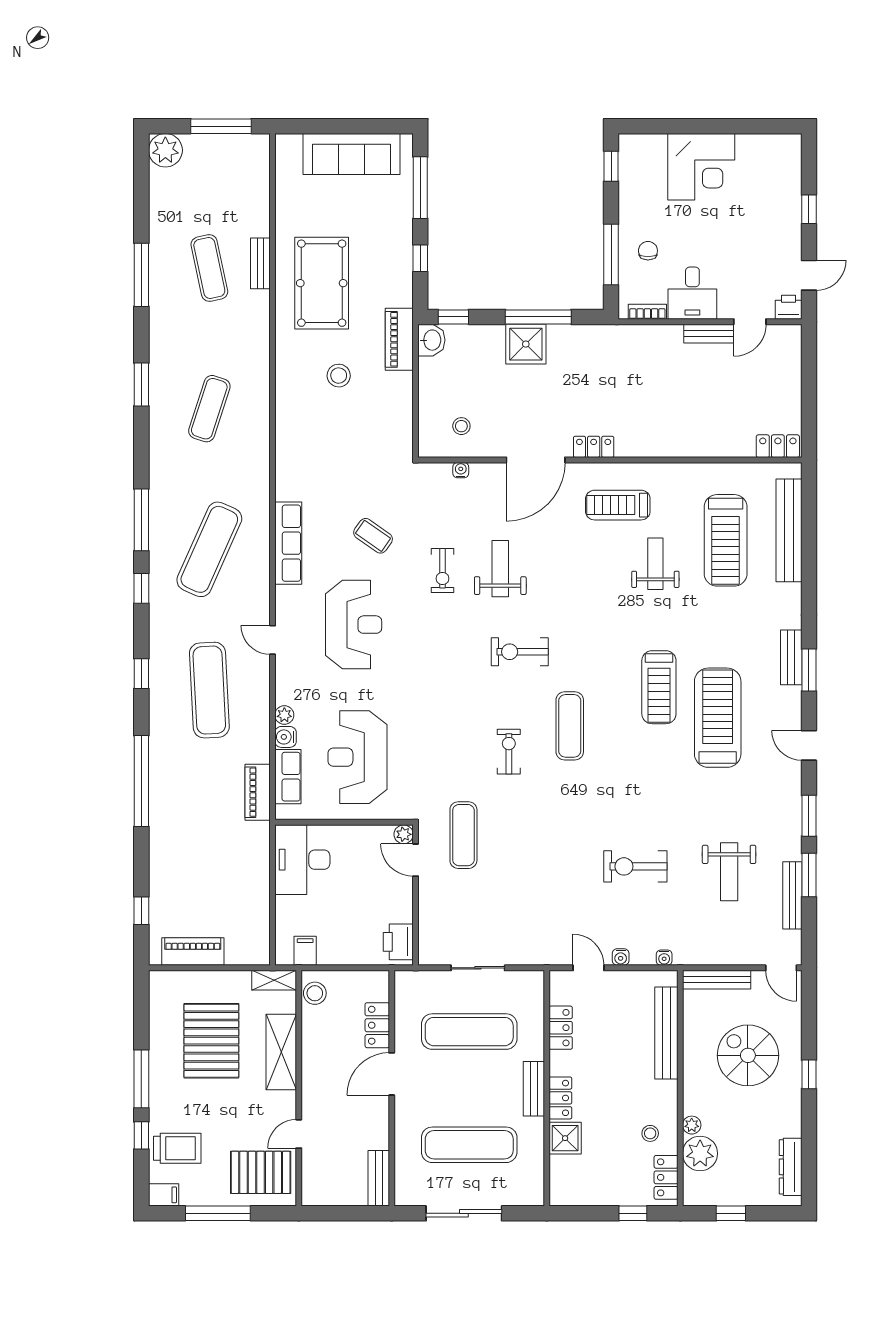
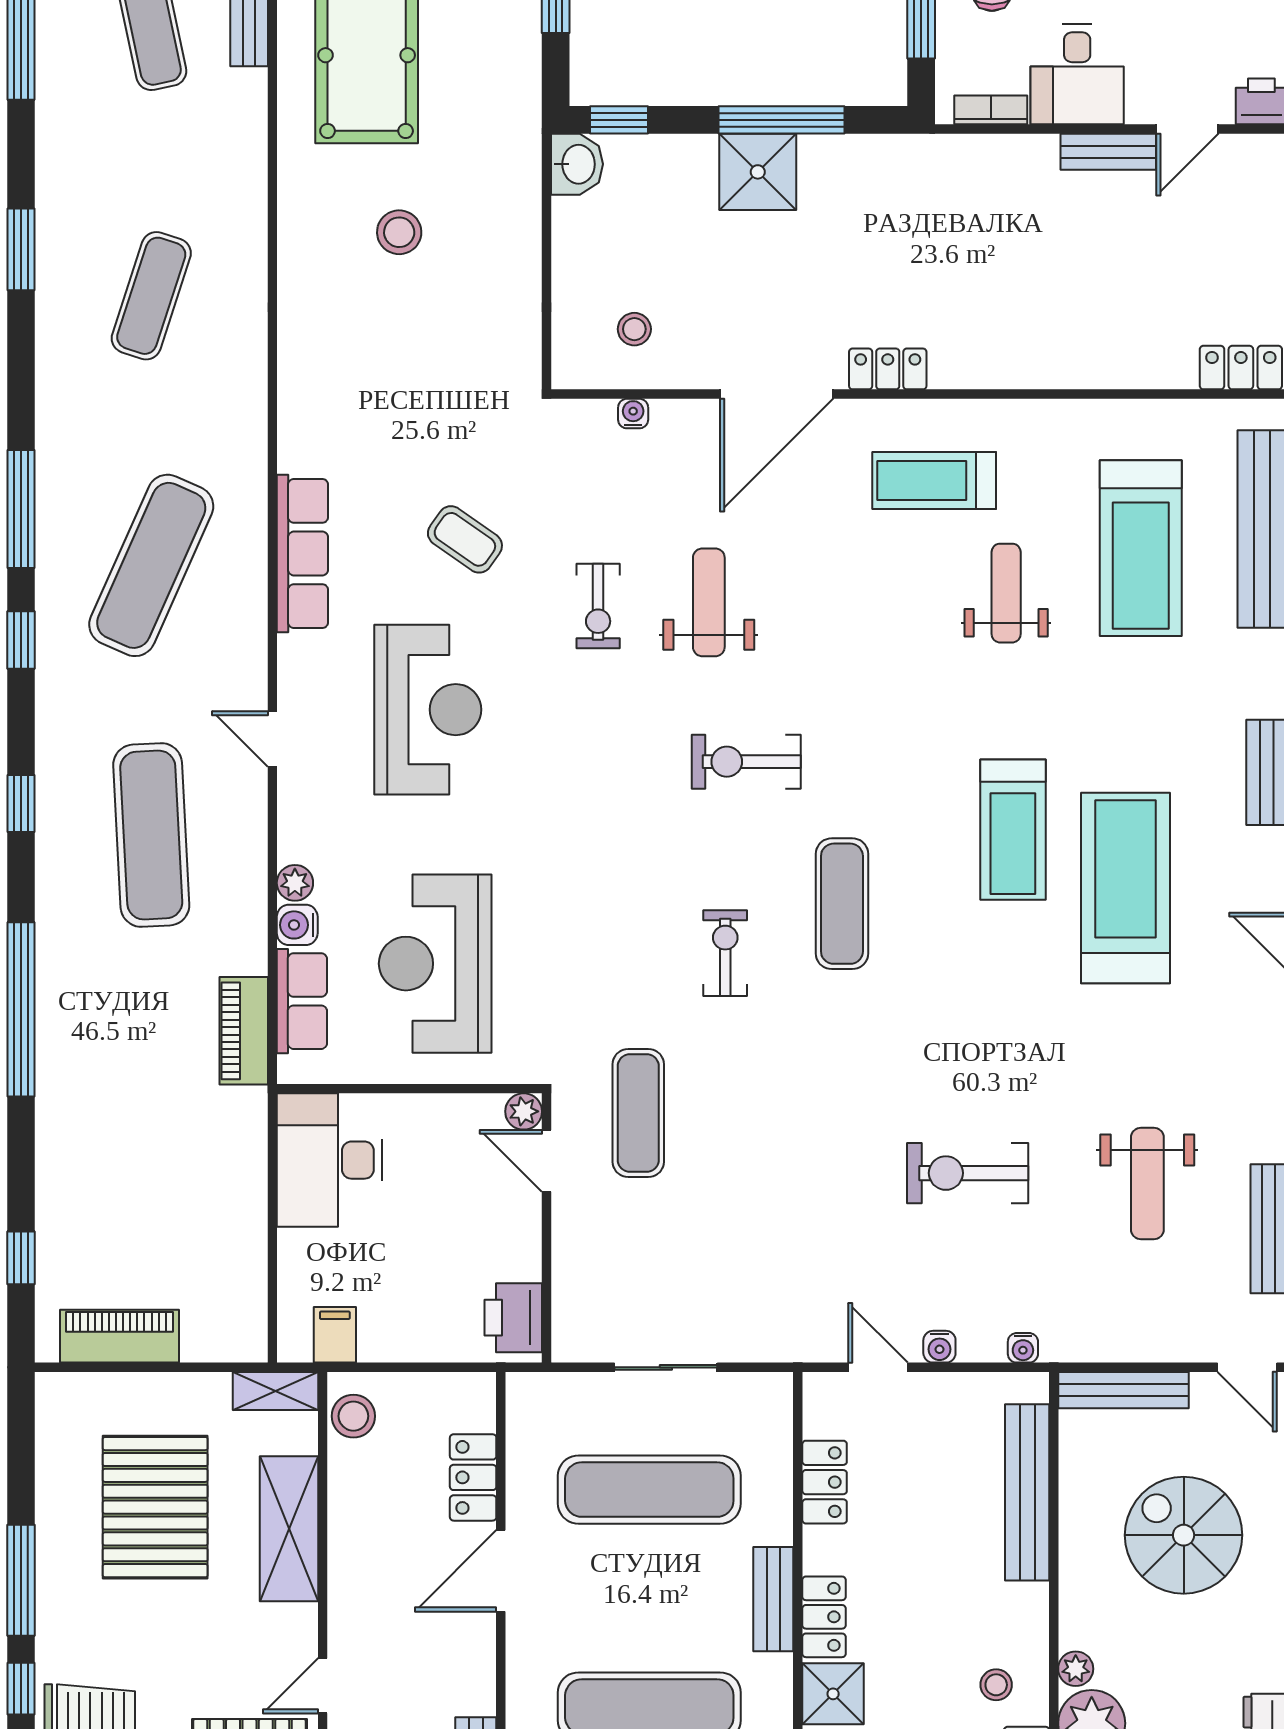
piano: (399, 339) -> (515, 163), removed

